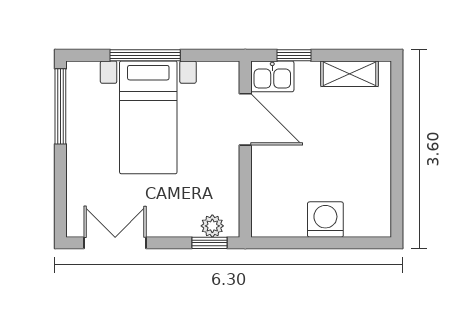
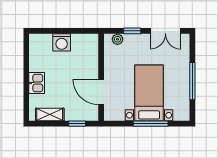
kitchen sink: (272, 76) -> (37, 83), moved, turned 90
window: (60, 106) -> (192, 81), moved
window: (210, 243) -> (132, 31), moved

